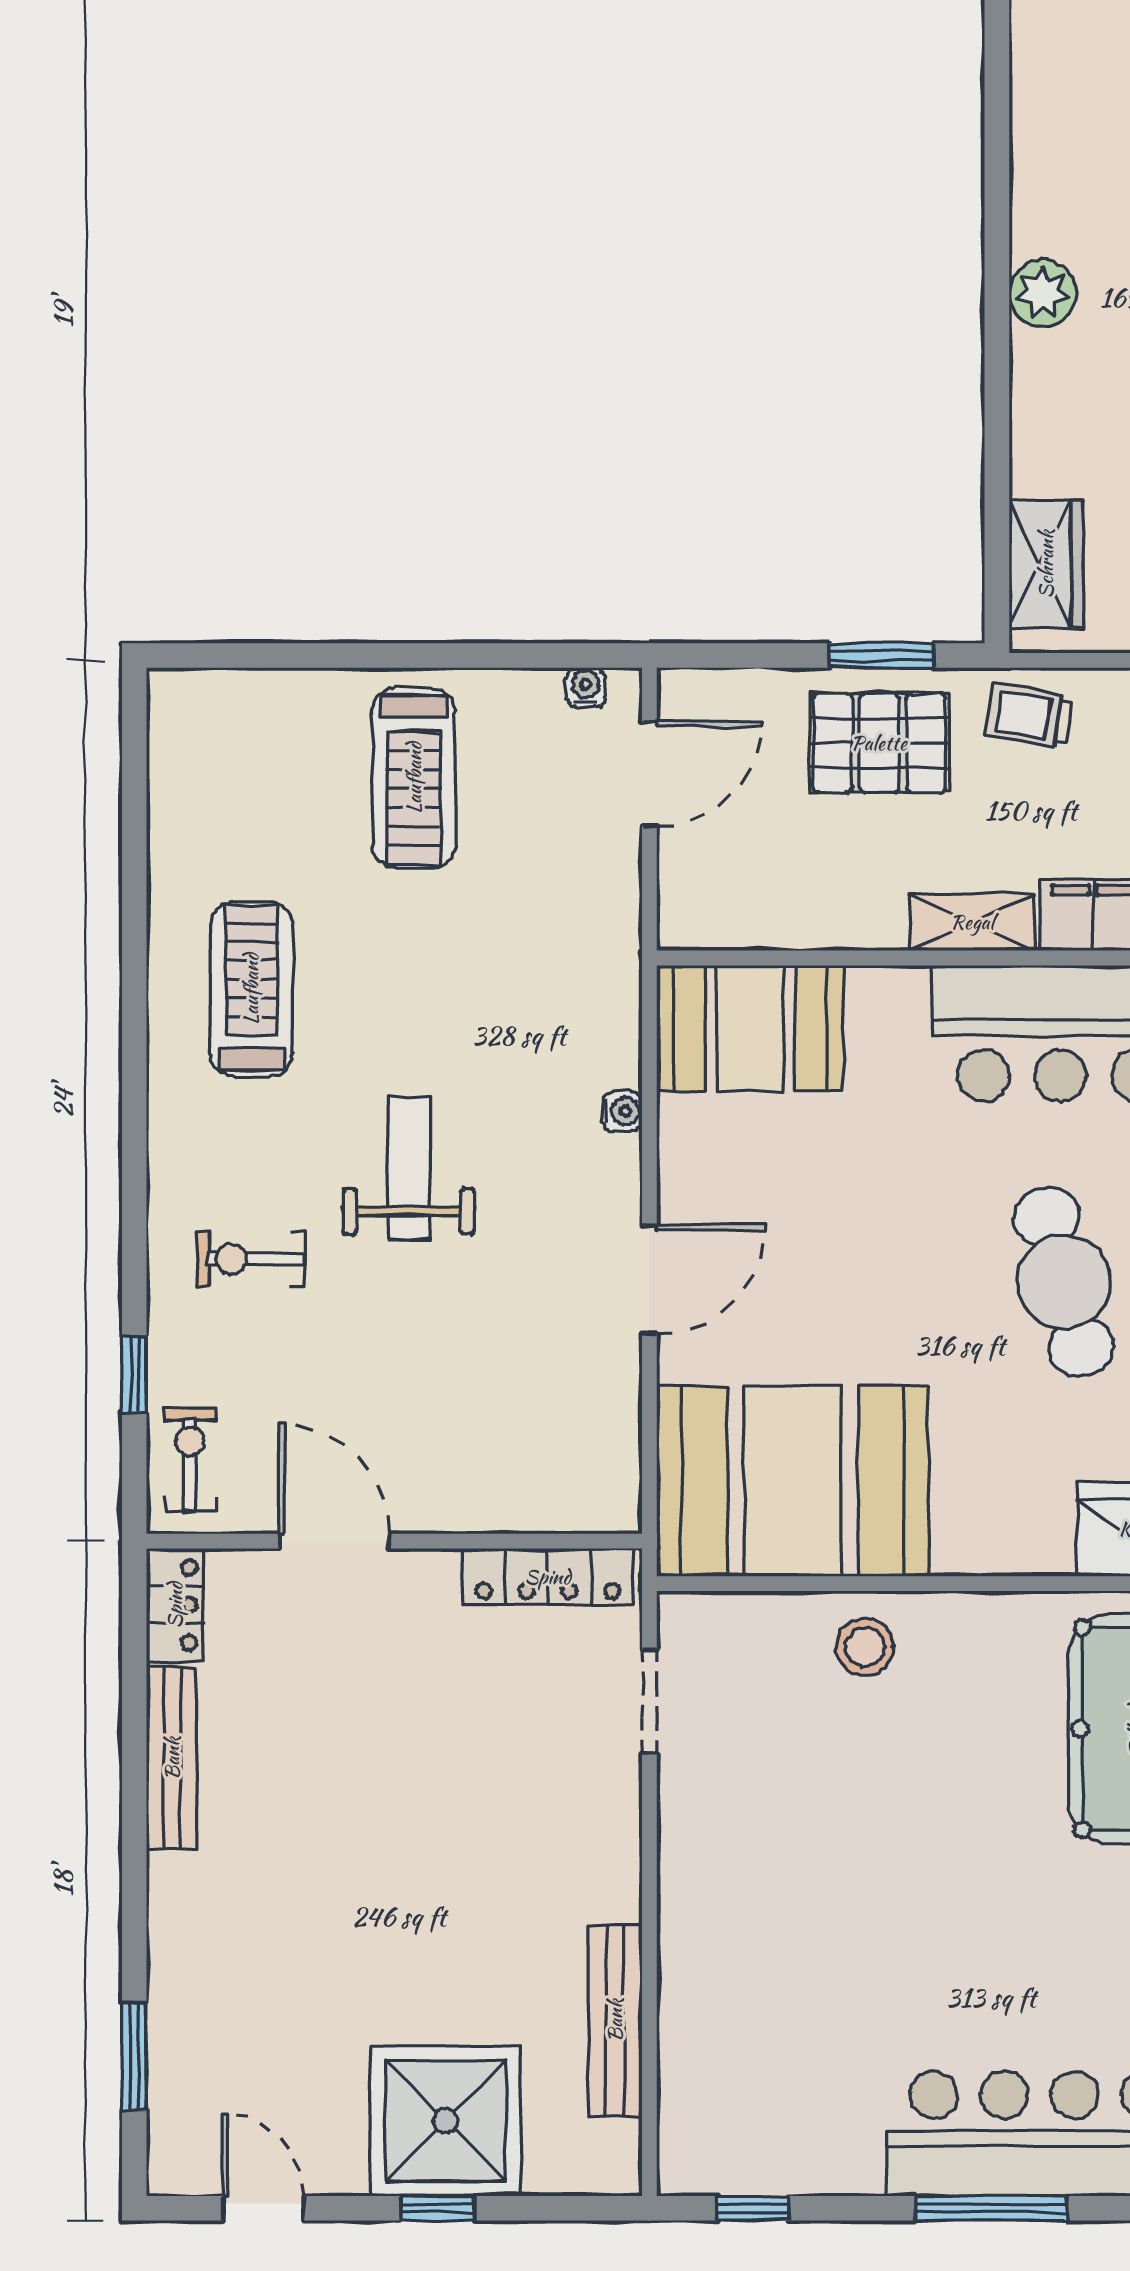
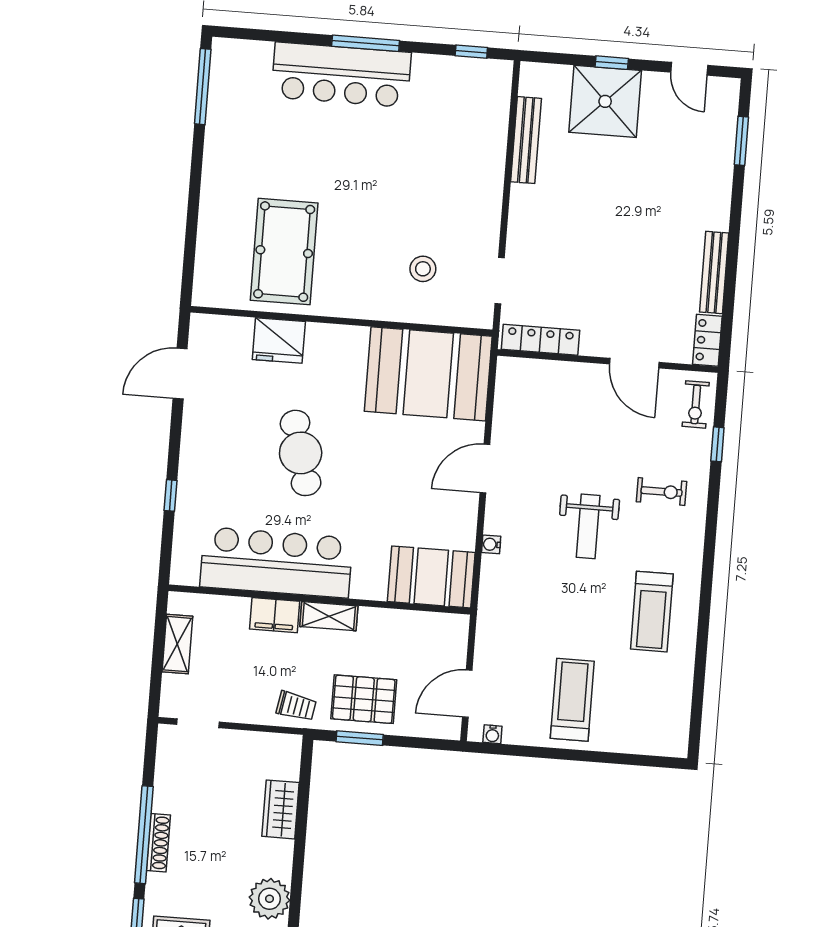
plant: (1043, 293) -> (270, 899), width x1.36, depth x1.36
wardrobe: (1046, 564) -> (280, 809), moved
stool: (865, 1647) -> (423, 269), moved

